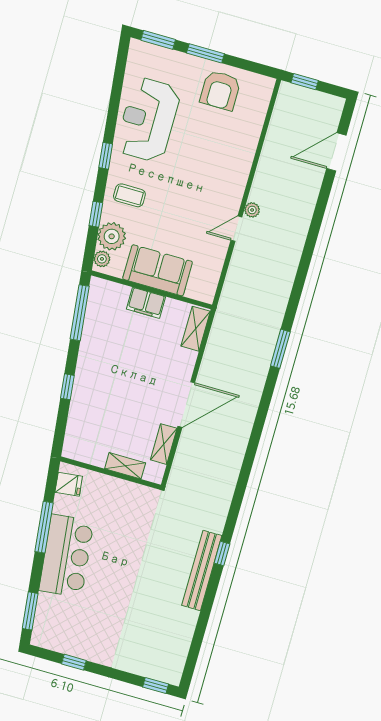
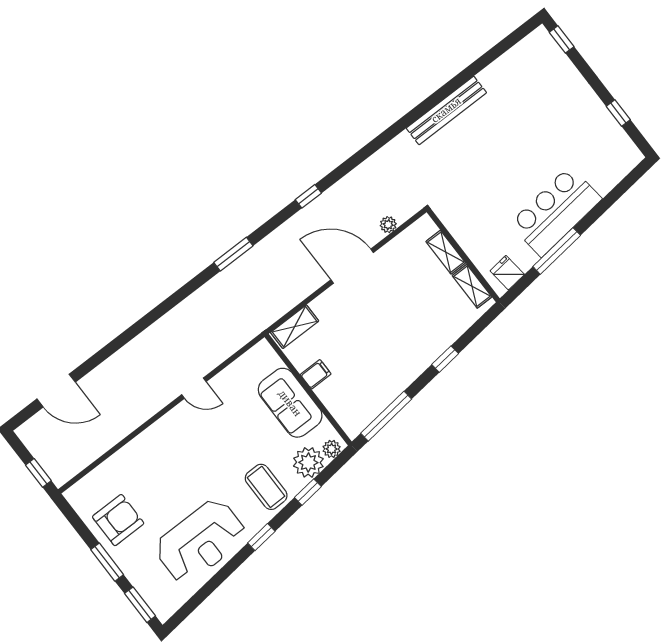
coffee table: (129, 195) -> (266, 487), width x1.36, depth x1.30
plant: (252, 210) -> (388, 225), moved
filing cabinet: (146, 303) -> (316, 374), width x0.50
shelving: (164, 444) -> (472, 286), moved, turned 90
window: (222, 553) -> (308, 196), moved
window: (30, 611) -> (623, 186), removed

